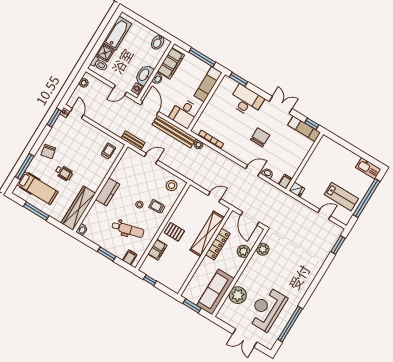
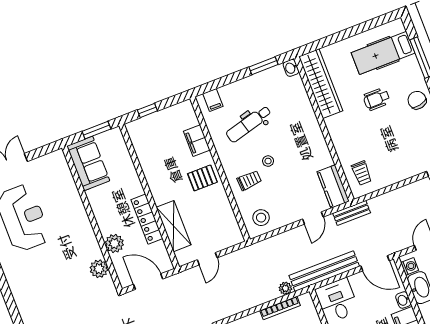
kitchen counter: (108, 192) -> (333, 187), moved
window: (36, 211) -> (356, 30), removed
shelving: (207, 234) -> (174, 226), width x0.68
window: (107, 254) -> (263, 66), moved
window: (150, 280) -> (147, 110), moved
sofa: (215, 292) -> (88, 163), width x0.73
plant: (238, 295) -> (67, 196), removed

